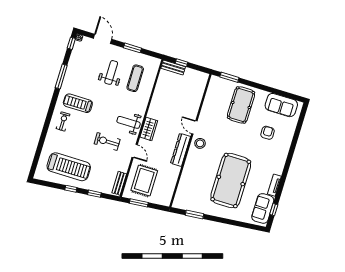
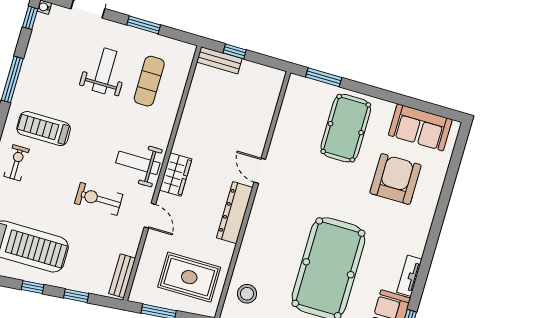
armchair: (268, 133) -> (395, 179), width x1.88, depth x1.88
stool: (200, 143) -> (247, 294), moved
rug: (144, 181) -> (189, 277), moved, turned 90

